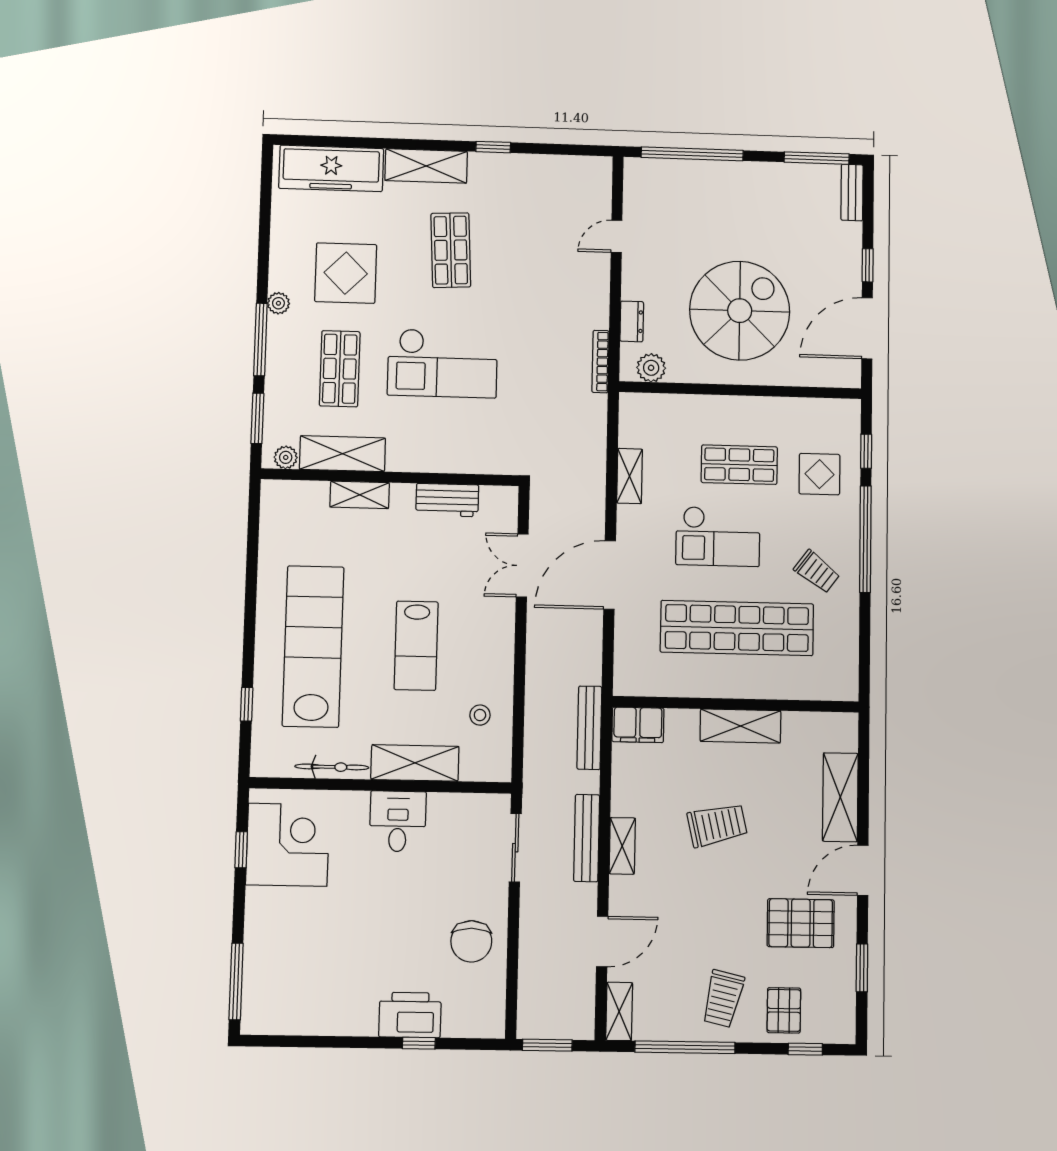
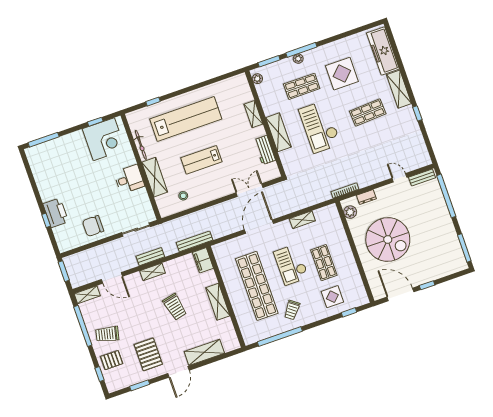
bench: (852, 192) -> (422, 177), moved
plant: (278, 303) -> (298, 59), moved
shelving: (342, 454) -> (279, 132), moved
window: (865, 539) -> (280, 336), moved
door: (610, 575) -> (259, 227), hinge flipped
bench: (587, 838) -> (150, 257), width x0.73
door: (863, 870) -> (178, 372), swing flipped

